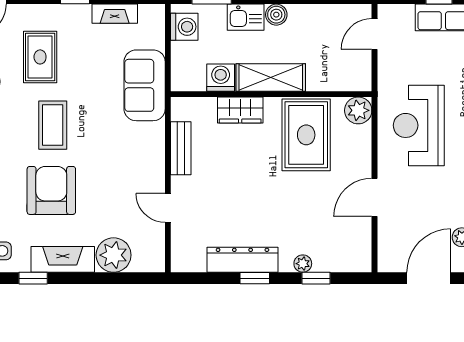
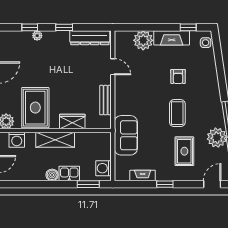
washing machine: (221, 78) -> (17, 140), moved
armchair: (51, 190) -> (178, 76), width x0.53, depth x0.53
dresser: (242, 260) -> (90, 38), moved

